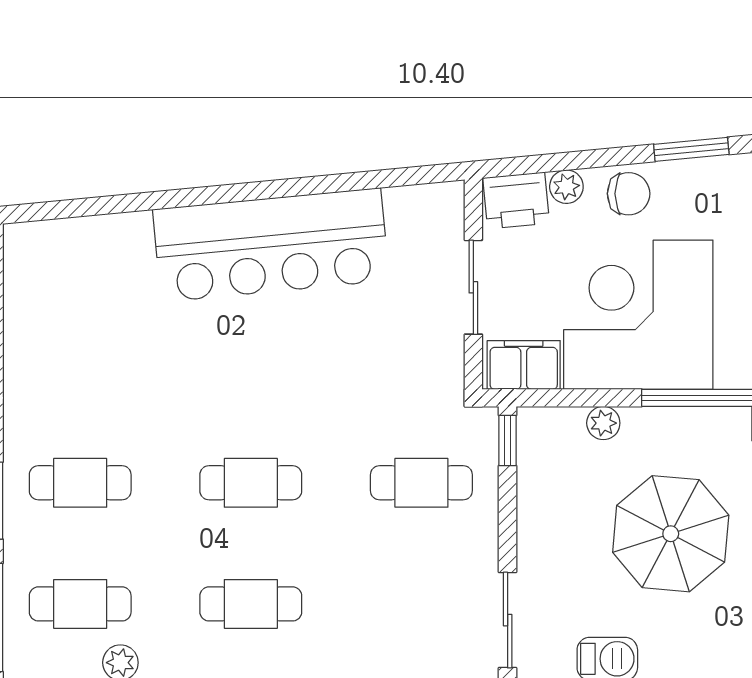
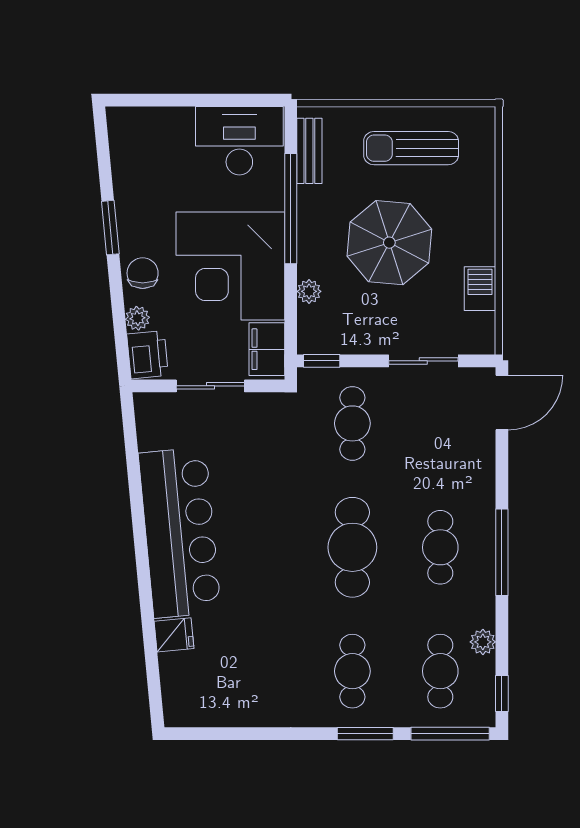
fridge: (130, 237) -> (174, 635), added
cafe table: (251, 483) -> (352, 547), width x1.37, depth x1.35
sliding door: (508, 620) -> (423, 361), moved

